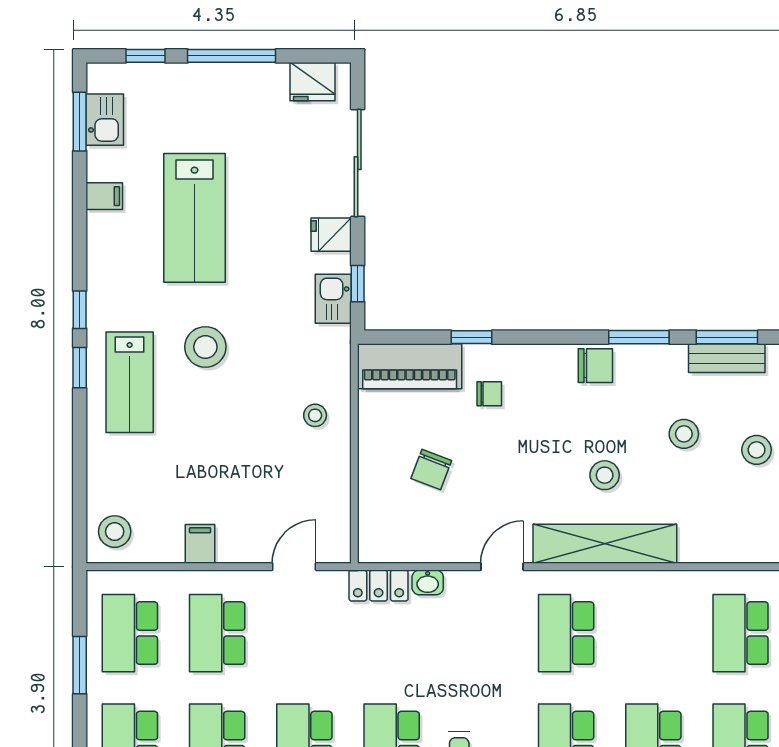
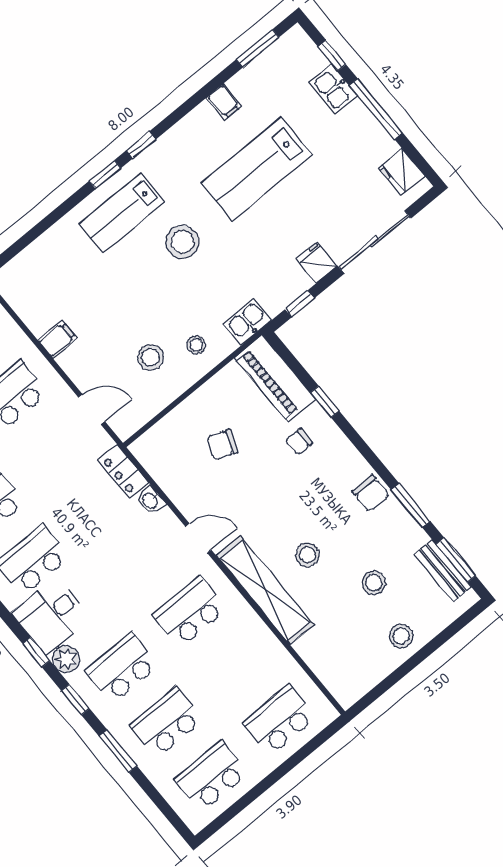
kitchen sink: (105, 120) -> (333, 89), moved, turned 90
kitchen sink: (333, 299) -> (247, 322), moved
chair: (489, 394) -> (299, 442), turned 90
stool: (115, 532) -> (150, 357), moved

